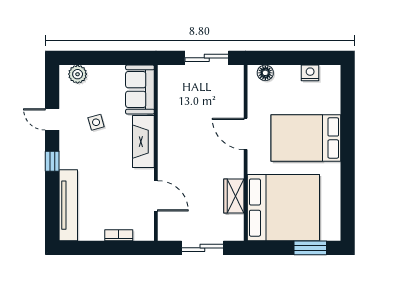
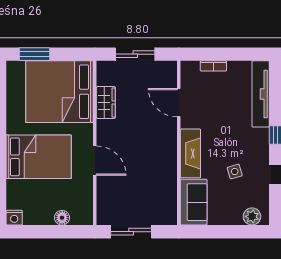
floor lamp: (265, 73) -> (62, 218), moved
nightstand: (310, 73) -> (14, 218), moved

